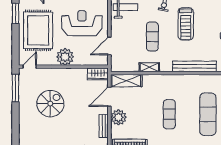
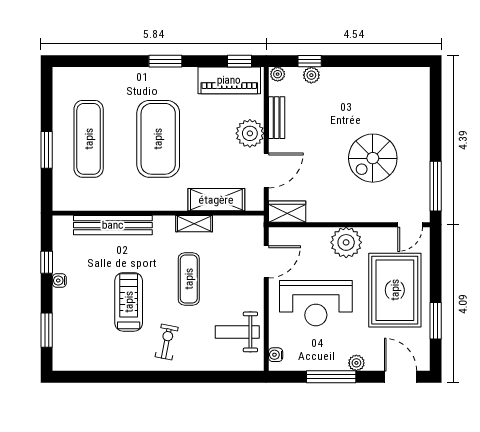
shelving: (126, 81) -> (216, 200), moved
exercise mat: (169, 114) -> (158, 139), width x2.00, depth x1.45

